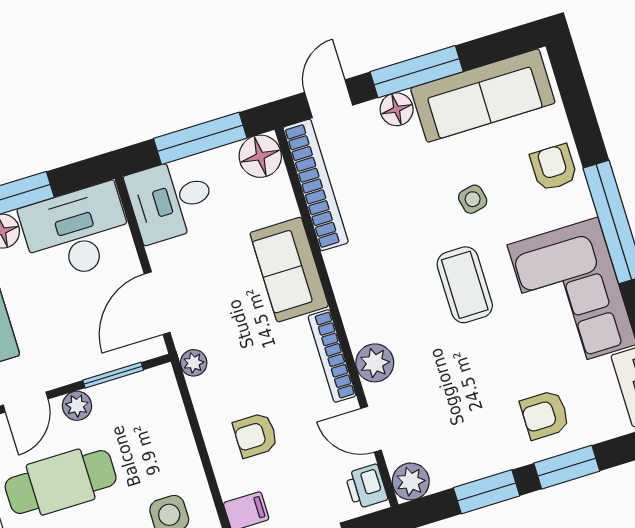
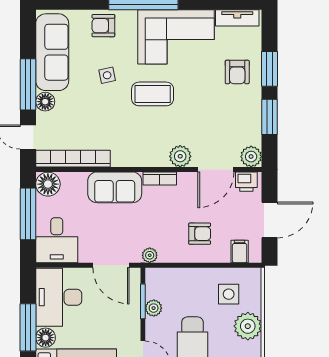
bookcase: (332, 356) -> (160, 178), width x0.64
plant: (77, 406) -> (154, 308), moved
door: (371, 429) -> (216, 169), width x1.38
armchair: (255, 435) -> (200, 234), turned -90

